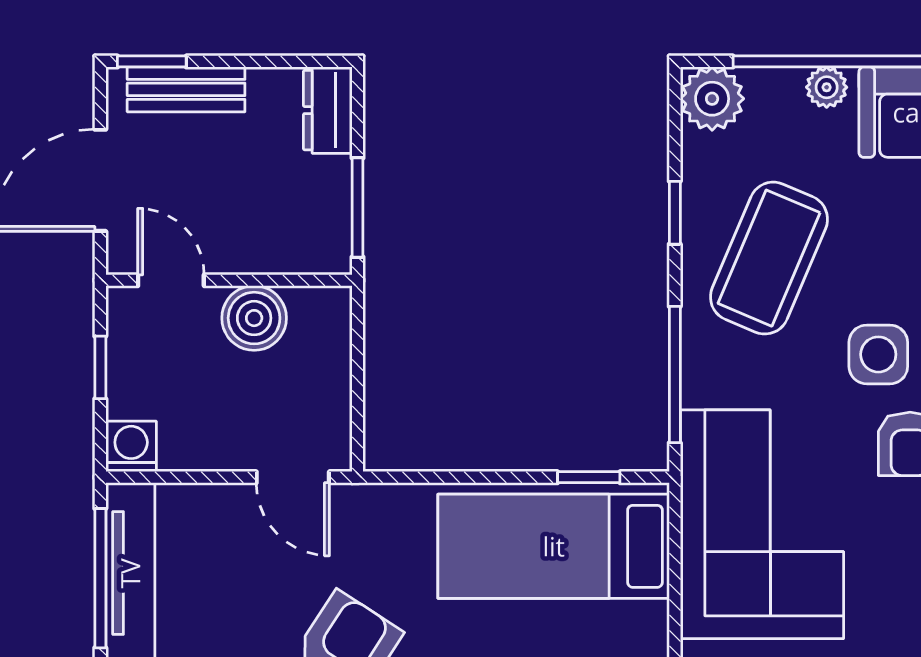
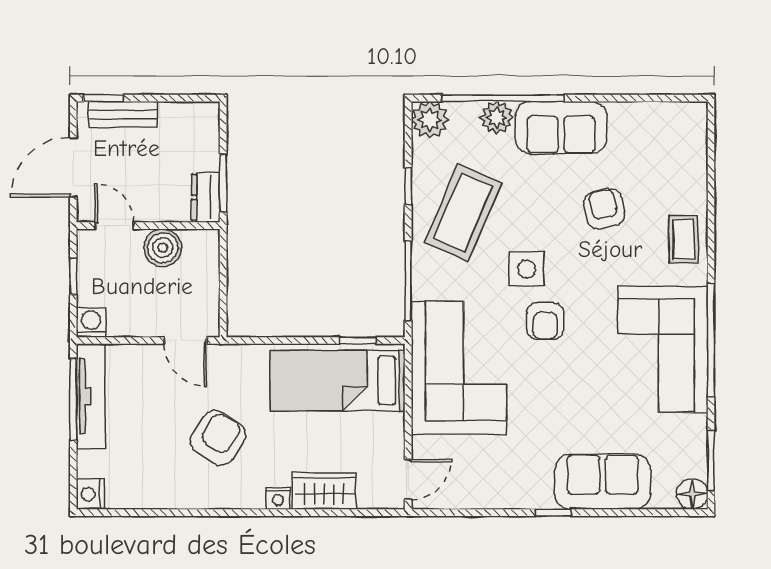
plant: (827, 87) -> (497, 118), width x1.38, depth x1.38
dresser: (328, 110) -> (206, 197), moved

